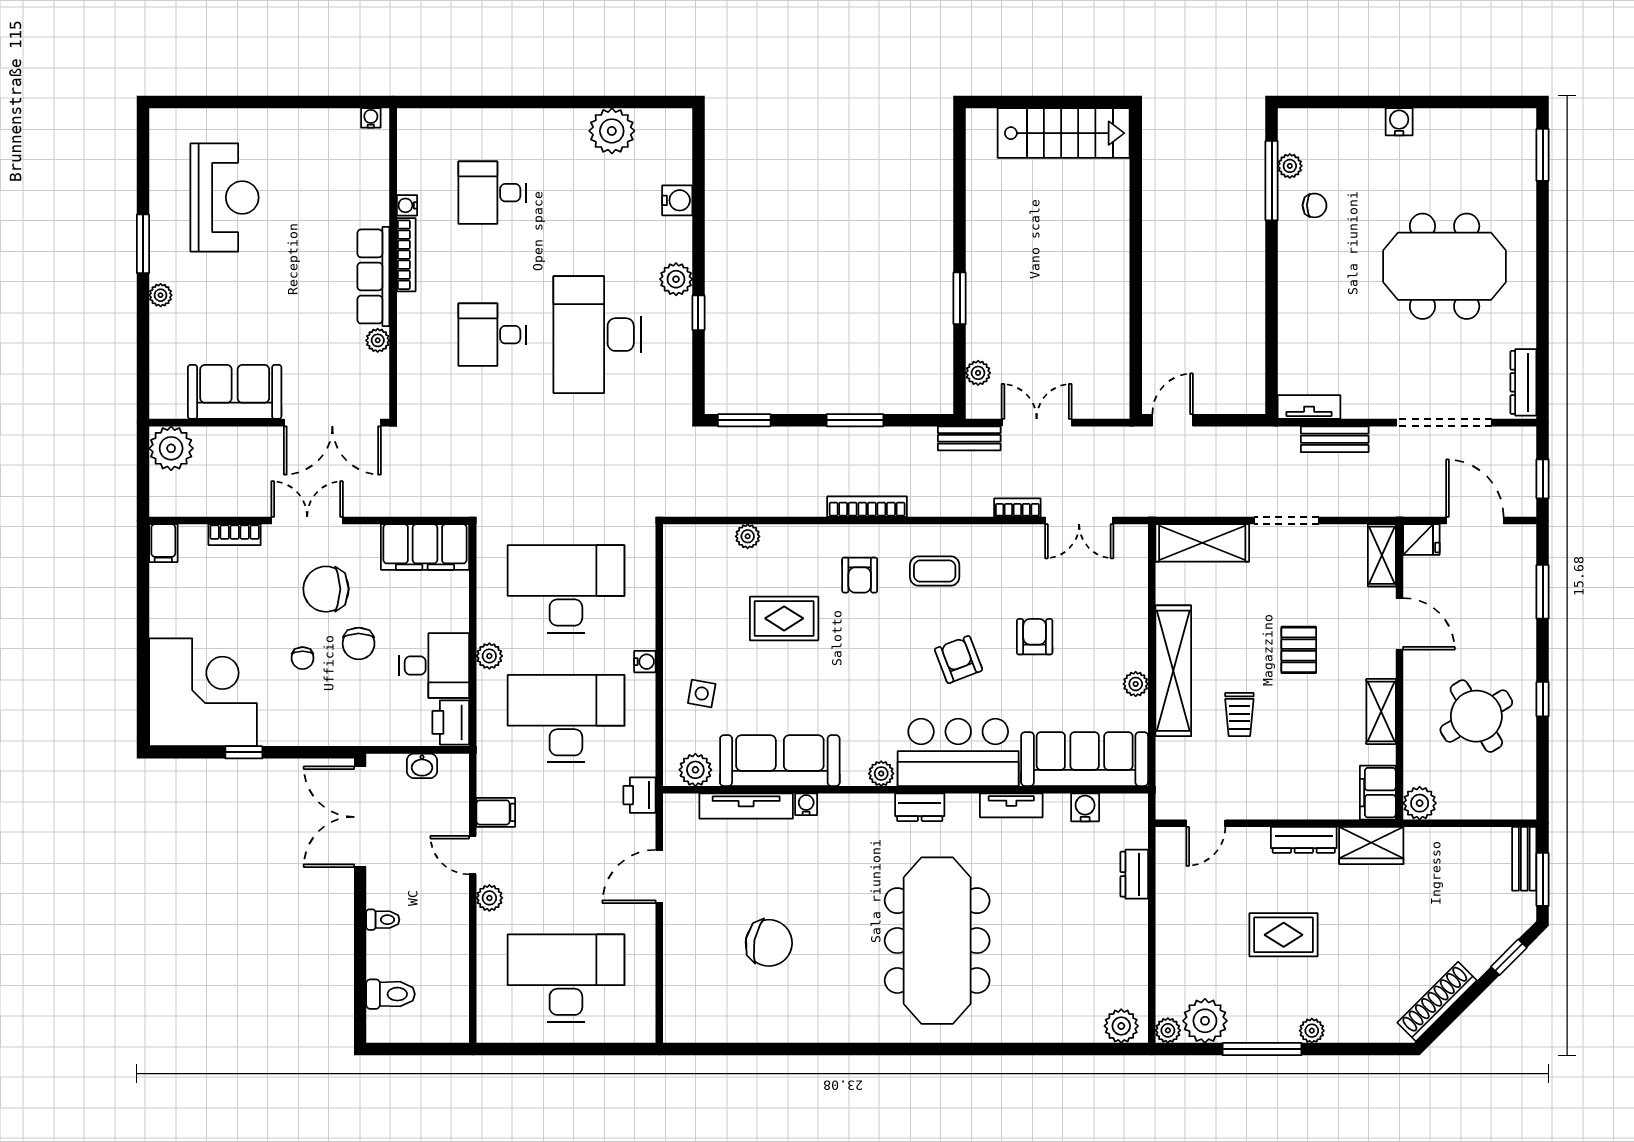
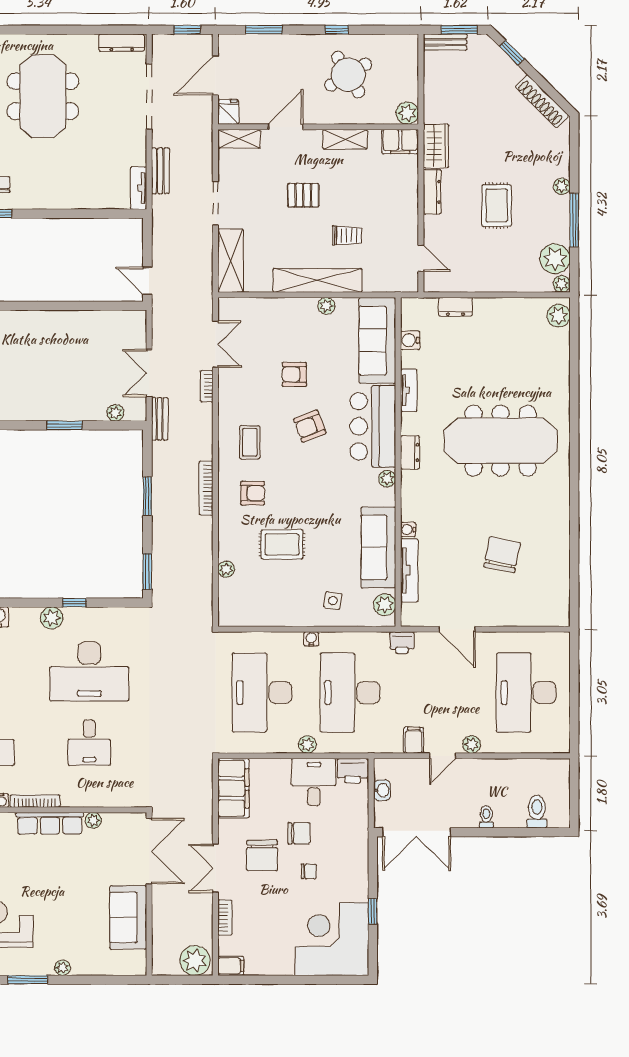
plant: (171, 448) -> (195, 961), moved
rug: (784, 618) -> (282, 544), turned 90

